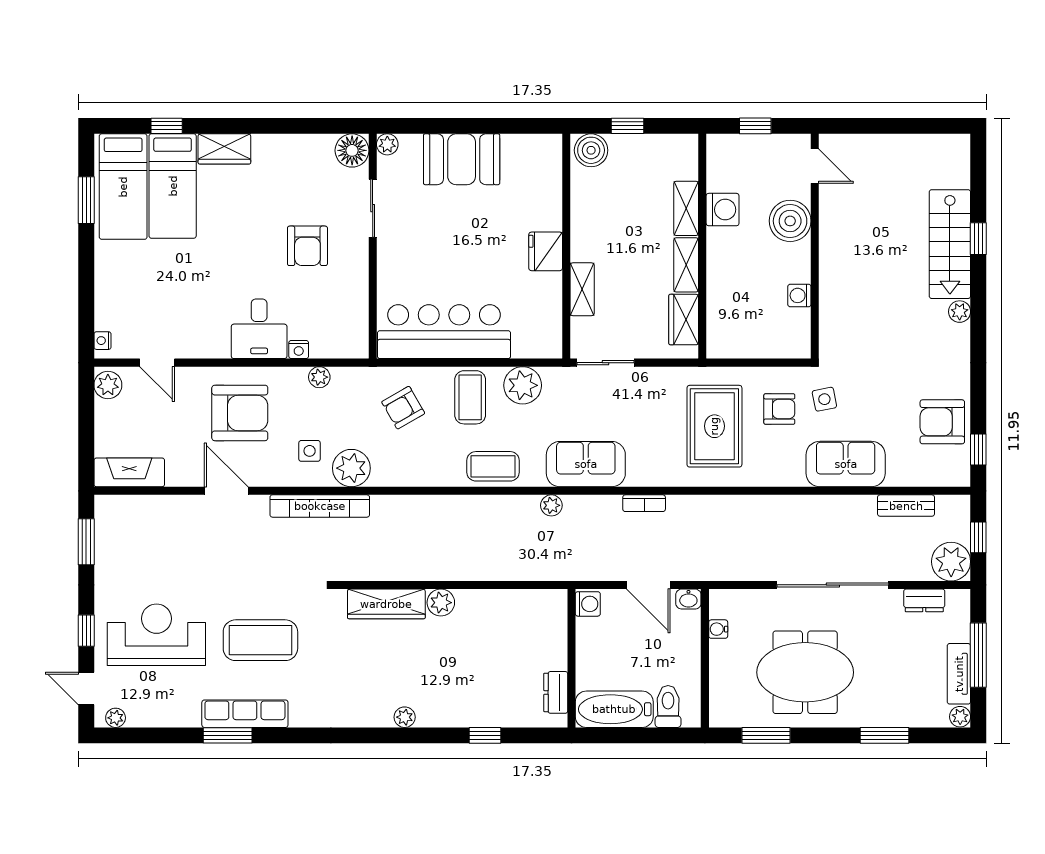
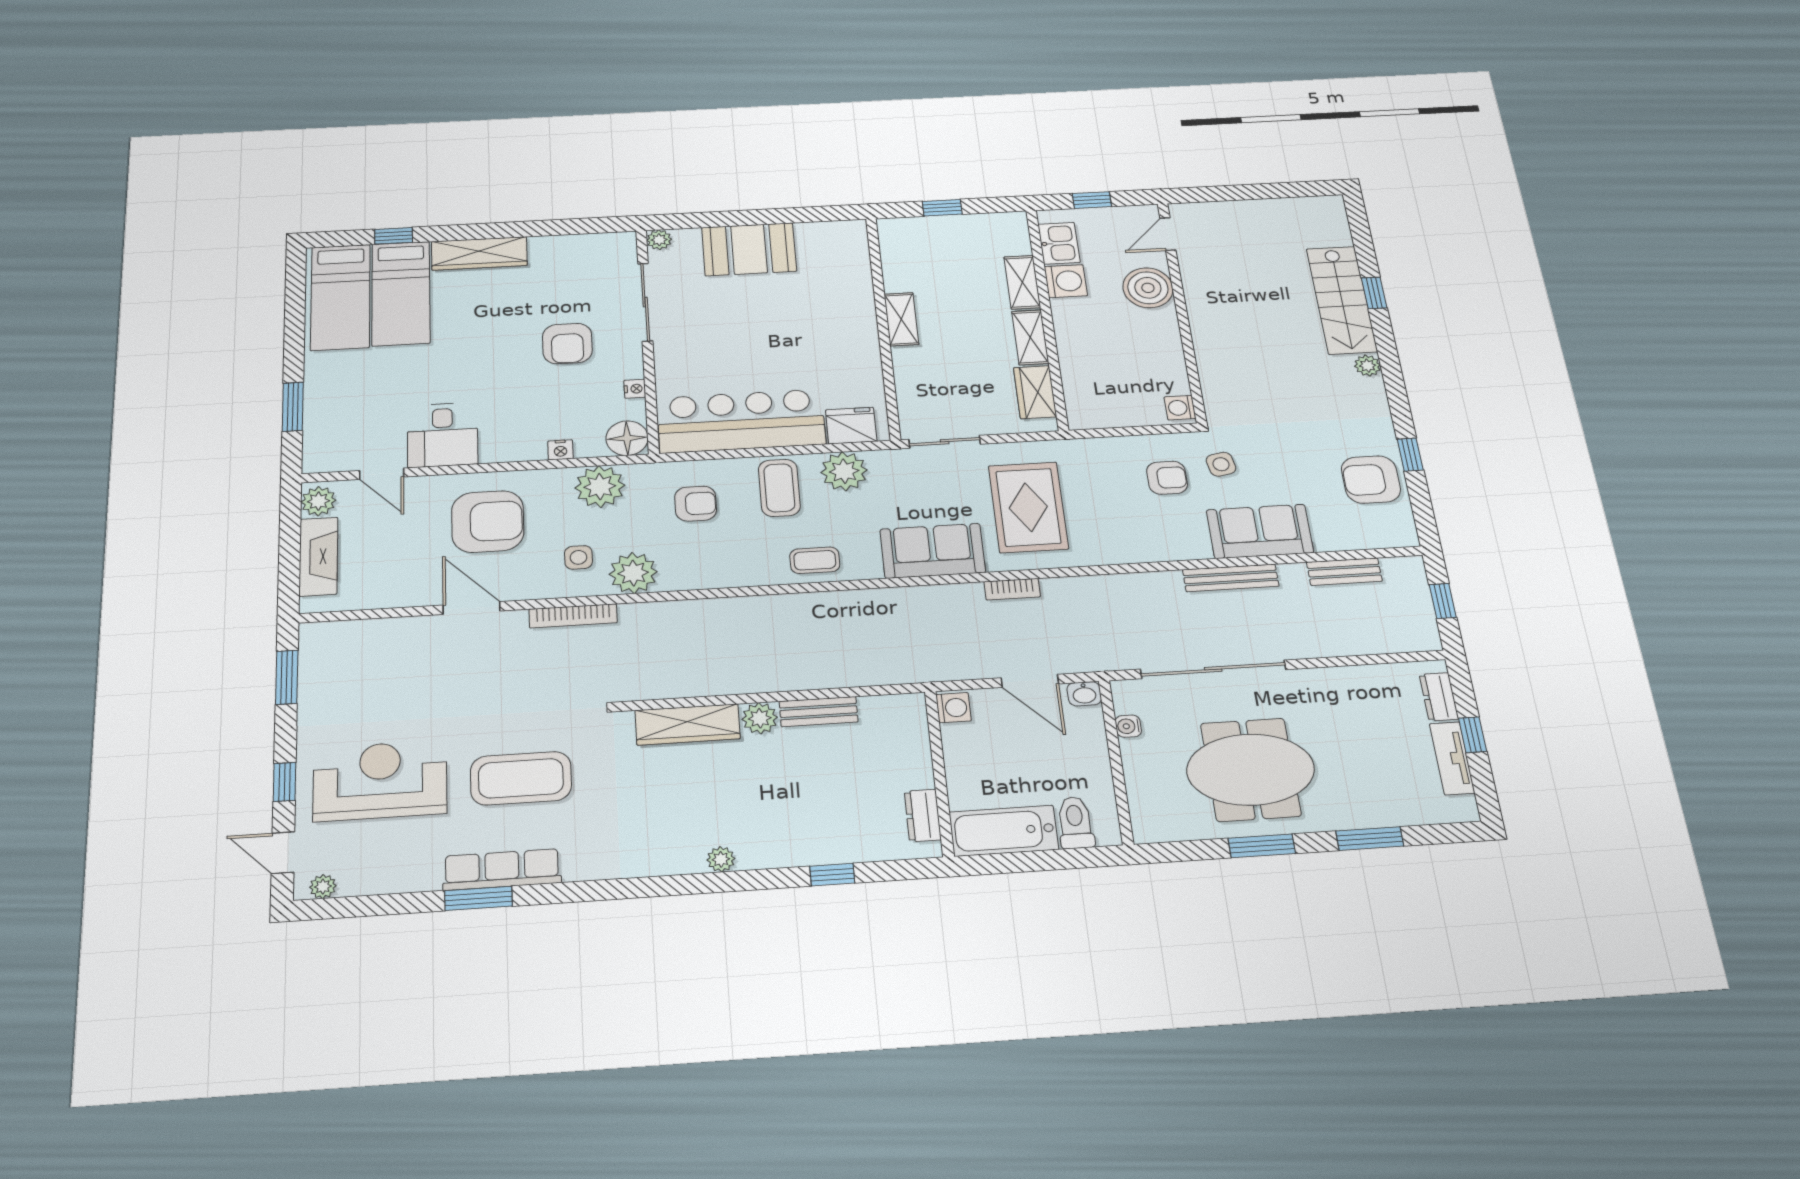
wardrobe: (224, 149) -> (479, 253), width x1.50
floor lamp: (352, 150) -> (627, 438), moved
boiler: (591, 150) -> (902, 233), removed
door: (815, 166) -> (1168, 234), swing flipped
kitchen sink: (722, 170) -> (1059, 243), added
window: (86, 200) -> (293, 407), moved
sliding door: (373, 208) -> (645, 302), width x1.37
fridge: (546, 251) -> (851, 426), moved, turned 90
shelving: (582, 289) -> (901, 319), moved
washing machine: (799, 295) -> (1180, 408), moved
desk: (259, 329) -> (443, 435), moved
nightstand: (103, 341) -> (635, 389), moved, turned 180
plant: (319, 377) -> (600, 487), width x1.88, depth x1.88
armchair: (403, 408) -> (696, 504), turned -150
rug: (714, 426) -> (1028, 507), moved
window: (978, 449) -> (1410, 455), moved
coffee table: (493, 466) -> (815, 560), width x0.73, depth x0.77
fireplace: (129, 472) -> (318, 557), moved, turned 90
plant: (551, 505) -> (894, 599), removed
bench: (816, 505) -> (1231, 578), added
bookcase: (320, 506) -> (573, 616), width x0.68, depth x0.76
plant: (951, 562) -> (1414, 630), removed
sliding door: (833, 585) -> (1213, 669), moved
bench: (486, 600) -> (819, 712), added
dresser: (924, 600) -> (1439, 697), moved, turned 90
window: (978, 655) -> (1473, 735), width x0.46
plant: (960, 717) -> (1465, 809), removed
window: (766, 735) -> (1262, 846), moved

